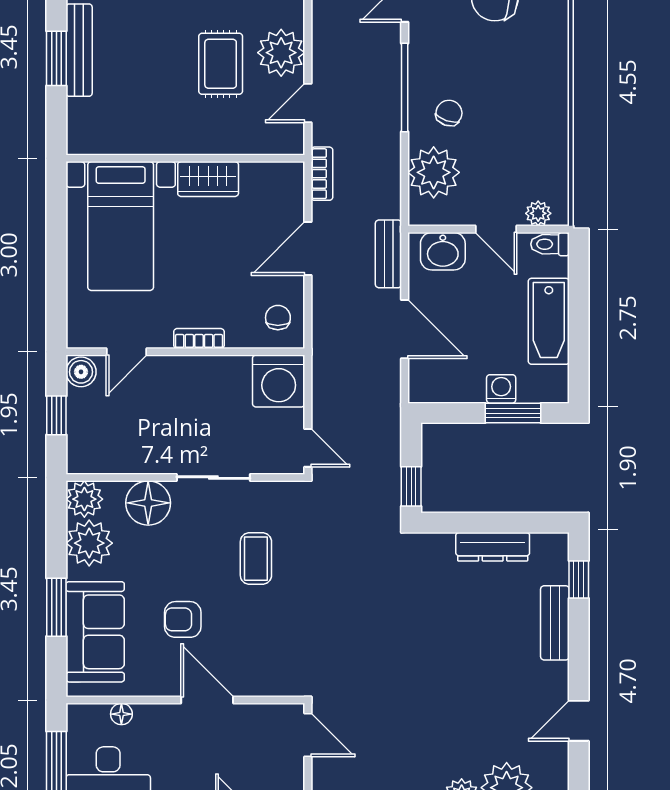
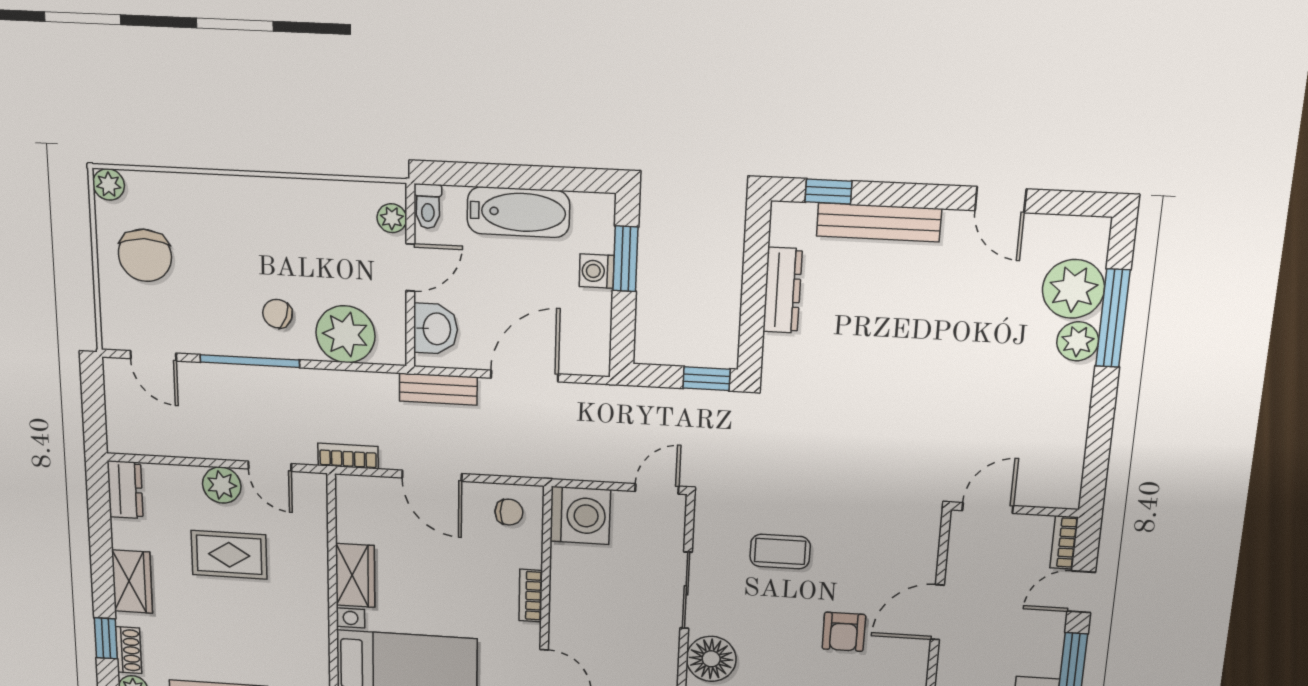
plant: (281, 53) -> (222, 485), width x0.73, depth x0.73
chair: (278, 318) -> (509, 512), turned 180
bench: (555, 623) -> (879, 222), width x1.36

